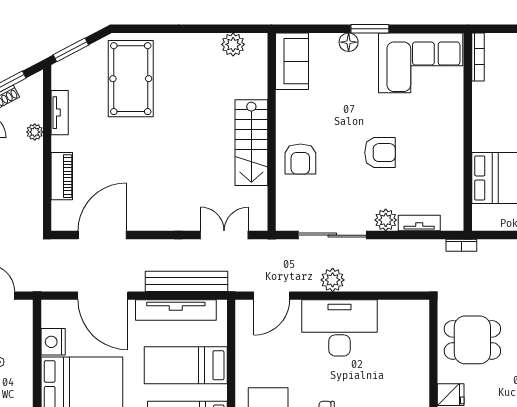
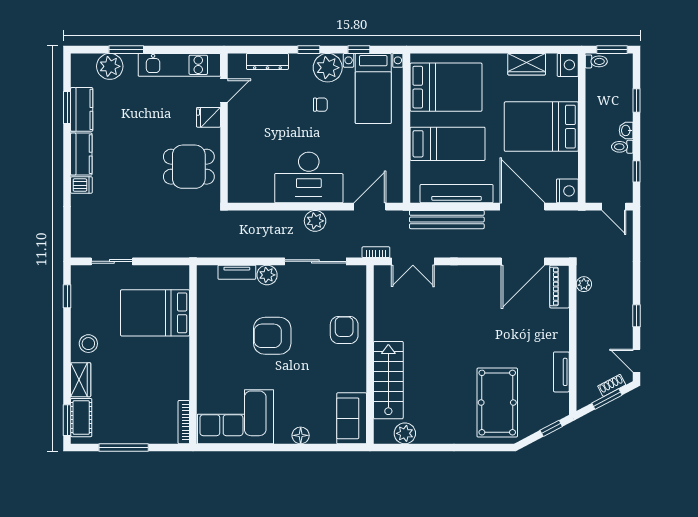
window: (370, 29) -> (281, 448), removed
window: (71, 50) -> (551, 428), width x0.67
plant: (35, 132) -> (584, 284), moved
stairs: (251, 143) -> (388, 380), moved
armchair: (380, 153) -> (272, 336), width x1.36, depth x1.36
piano: (62, 176) -> (559, 287), moved
bookcase: (461, 245) -> (376, 252), moved
nightstand: (53, 342) -> (567, 191), moved

